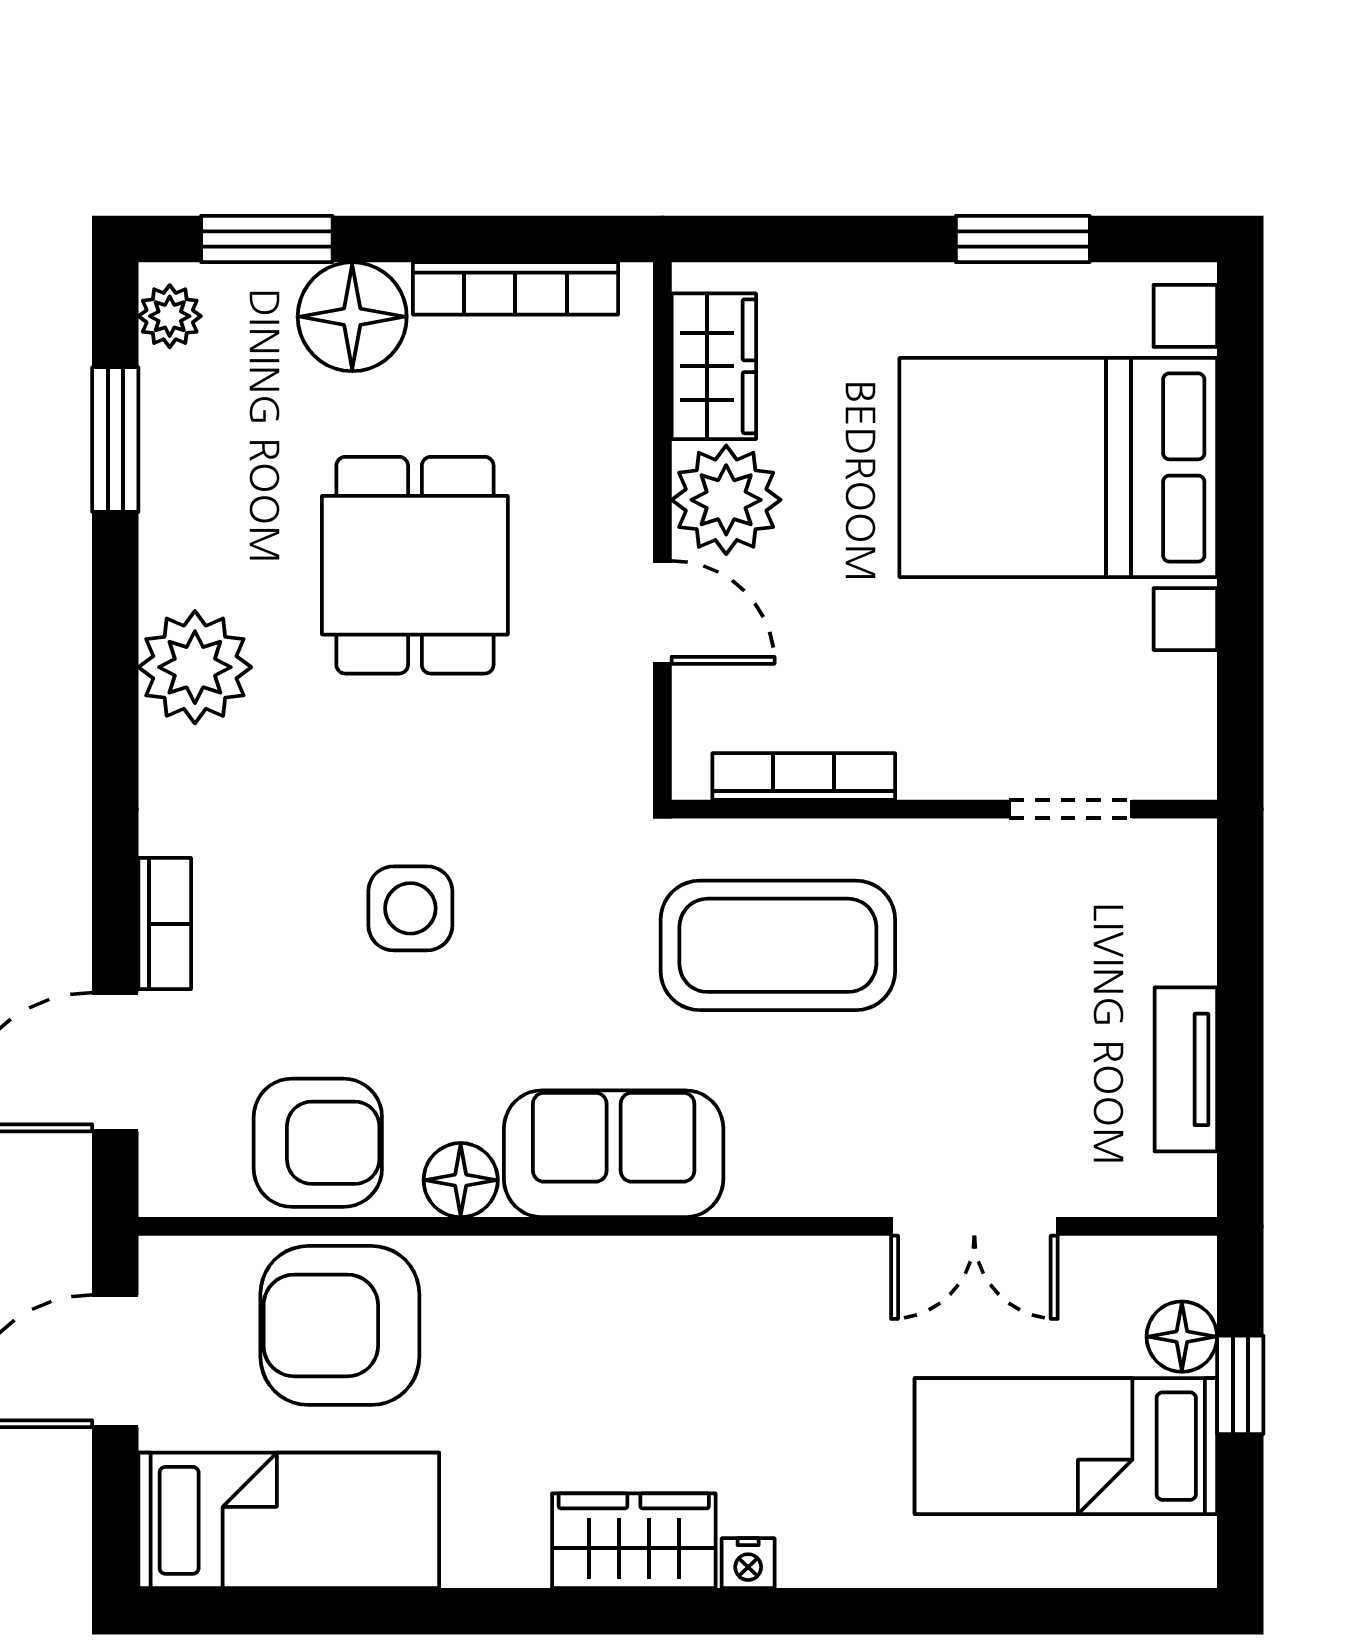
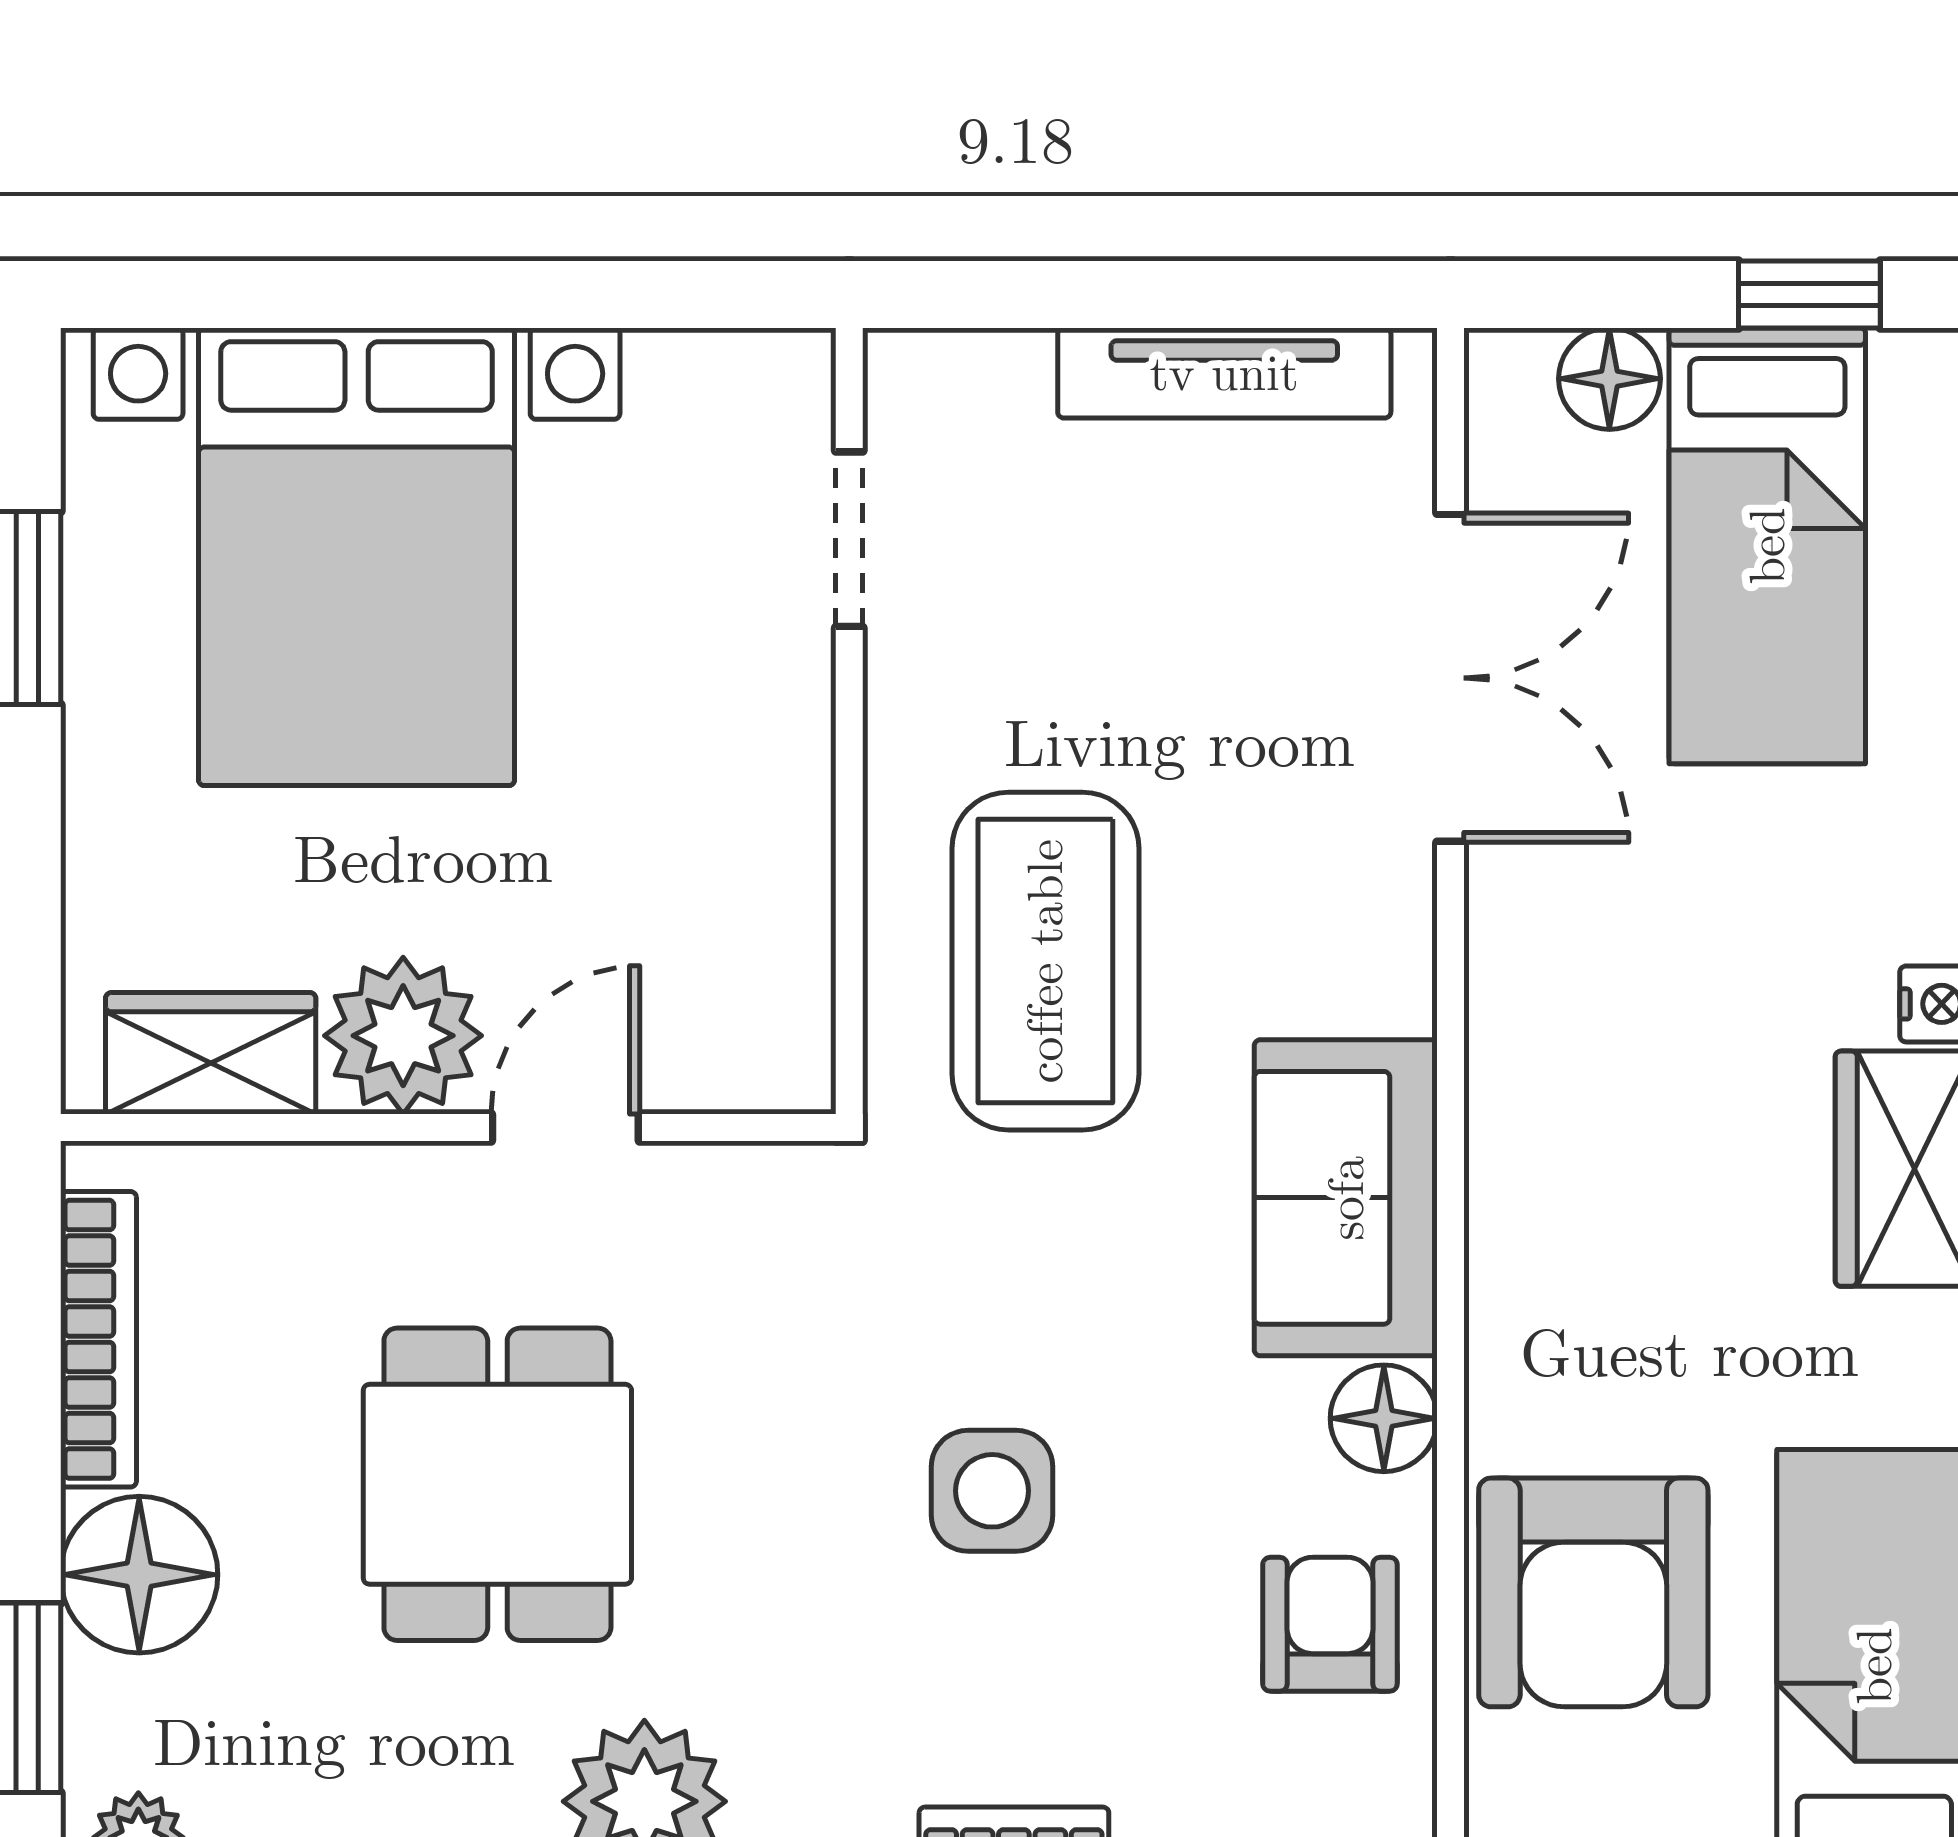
dining table: (415, 565) -> (497, 1484), turned 90
bookcase: (804, 777) -> (802, 924), removed
tv unit: (1186, 1069) -> (1224, 373), width x1.41
armchair: (318, 1143) -> (1330, 1624), width x0.72, depth x0.72
double door: (974, 1226) -> (1451, 678), width x1.37
window: (1240, 1385) -> (1809, 294), moved

